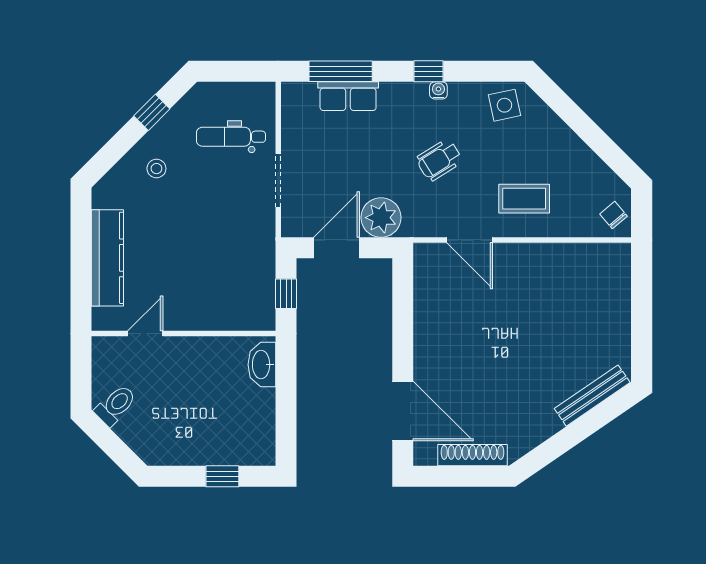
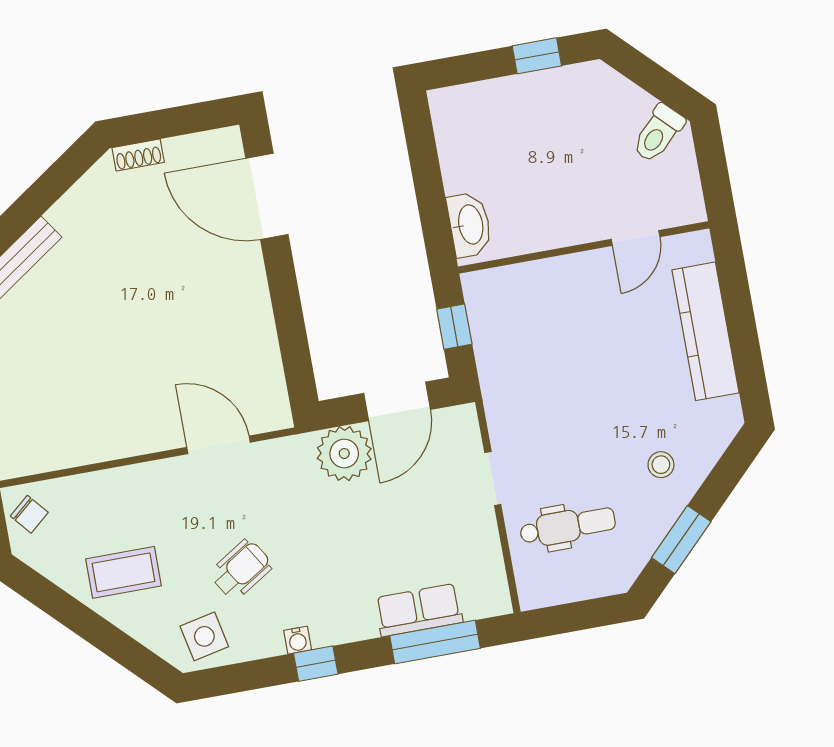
window: (152, 112) -> (681, 540), width x1.50
wheelchair: (439, 160) -> (241, 570), moved
doorway: (278, 180) -> (493, 479), width x0.73
coffee table: (524, 199) -> (123, 572), moved
shoe rack: (472, 455) -> (138, 155), width x0.51, depth x0.81
window: (222, 476) -> (537, 56), moved

